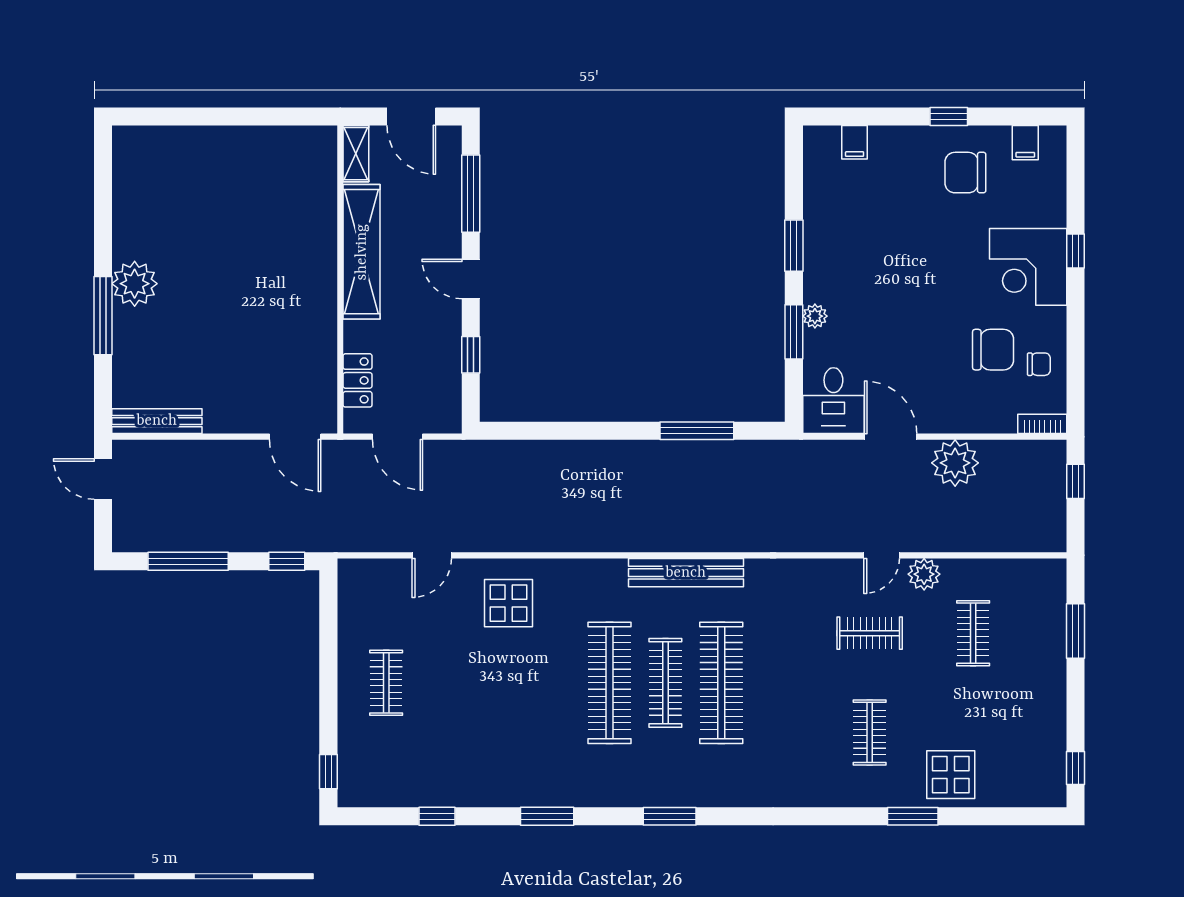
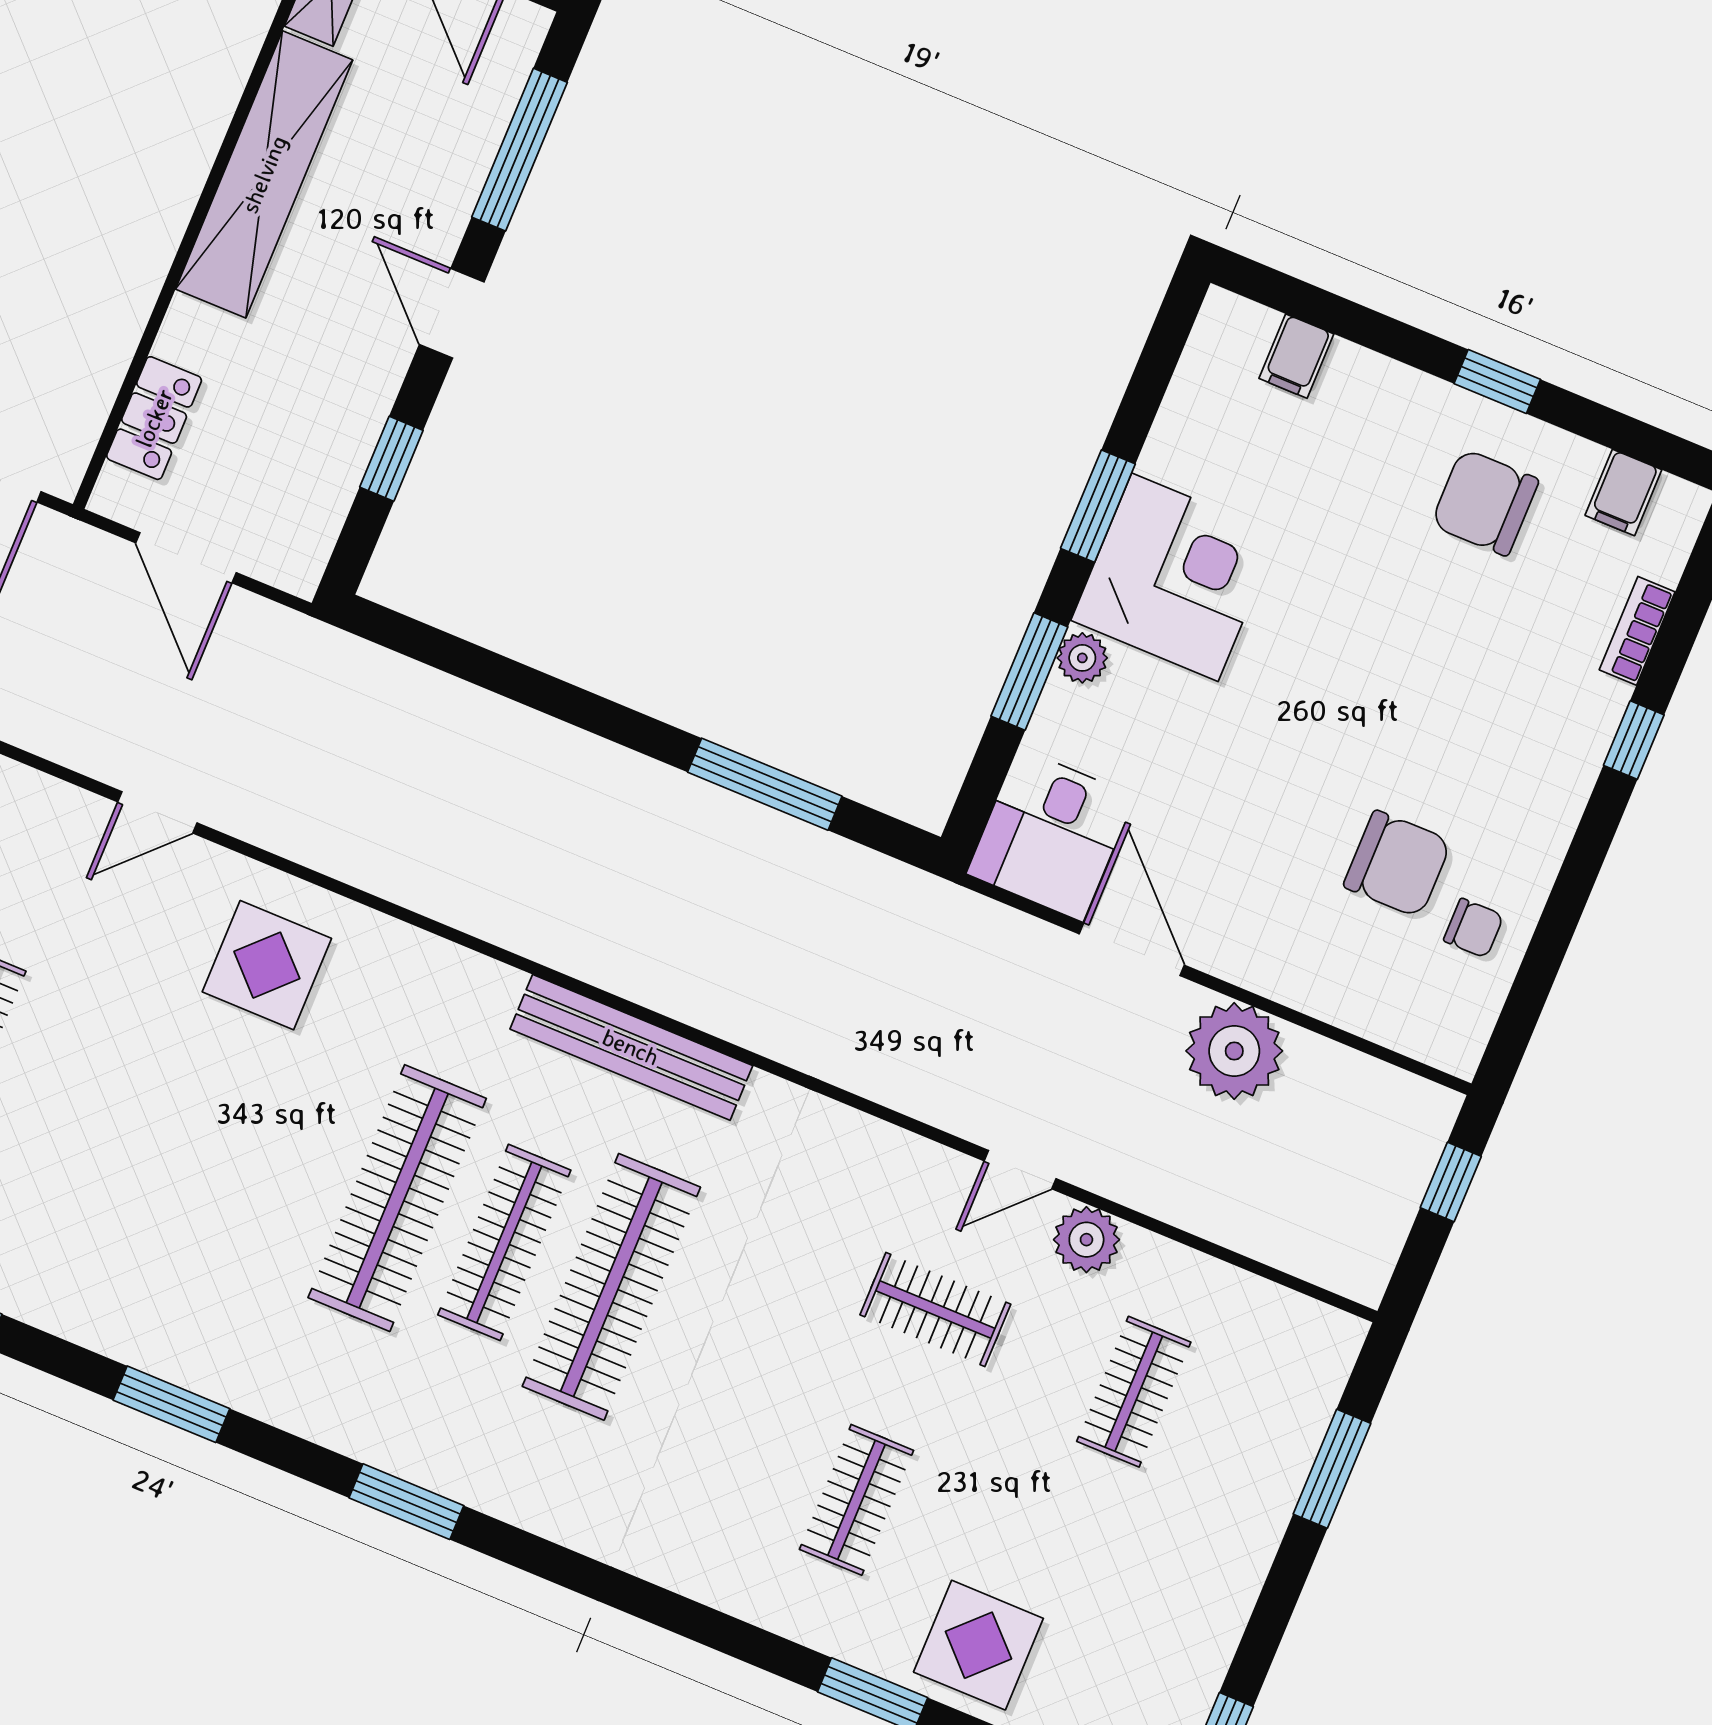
corner desk: (1028, 267) -> (1175, 577), moved, turned 180
bookcase: (1042, 424) -> (1637, 631), moved, turned -90

